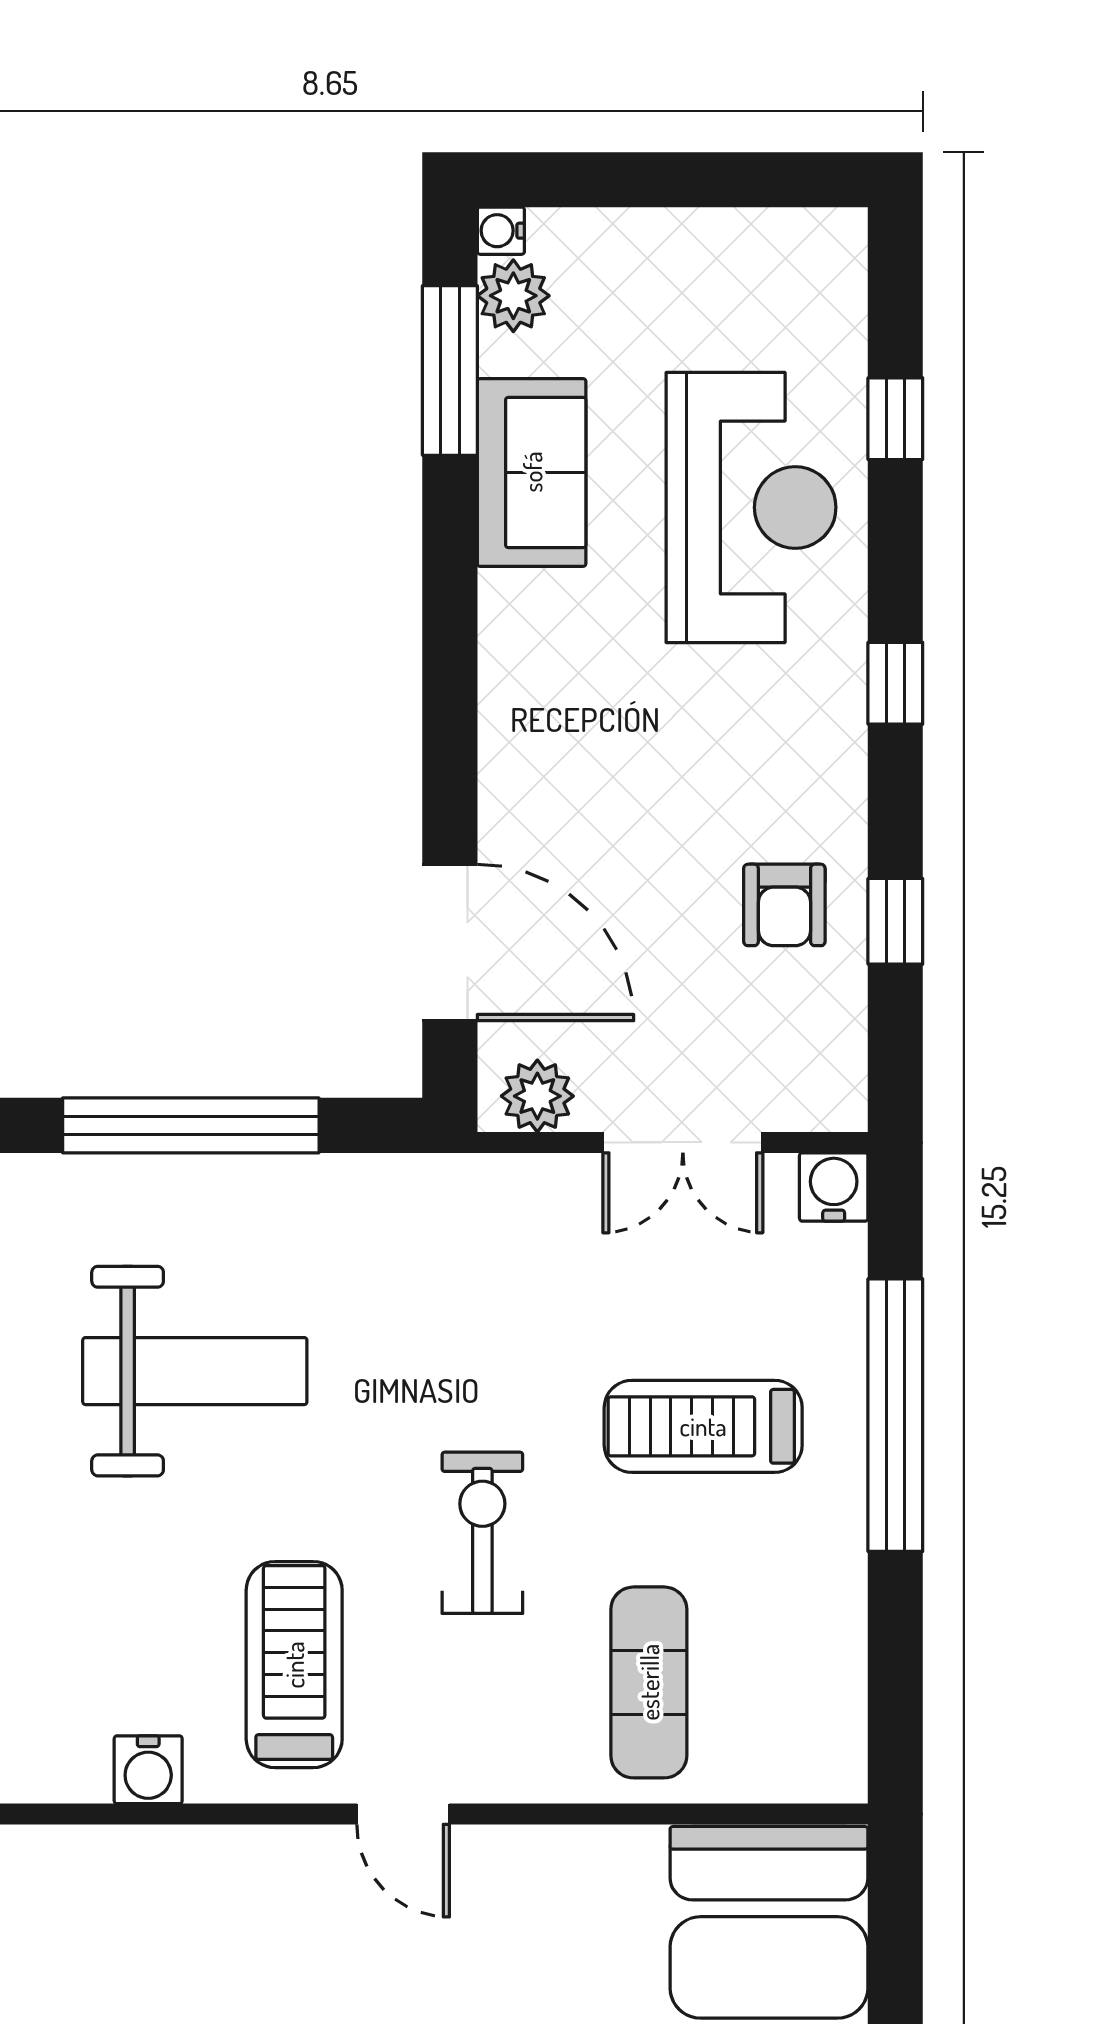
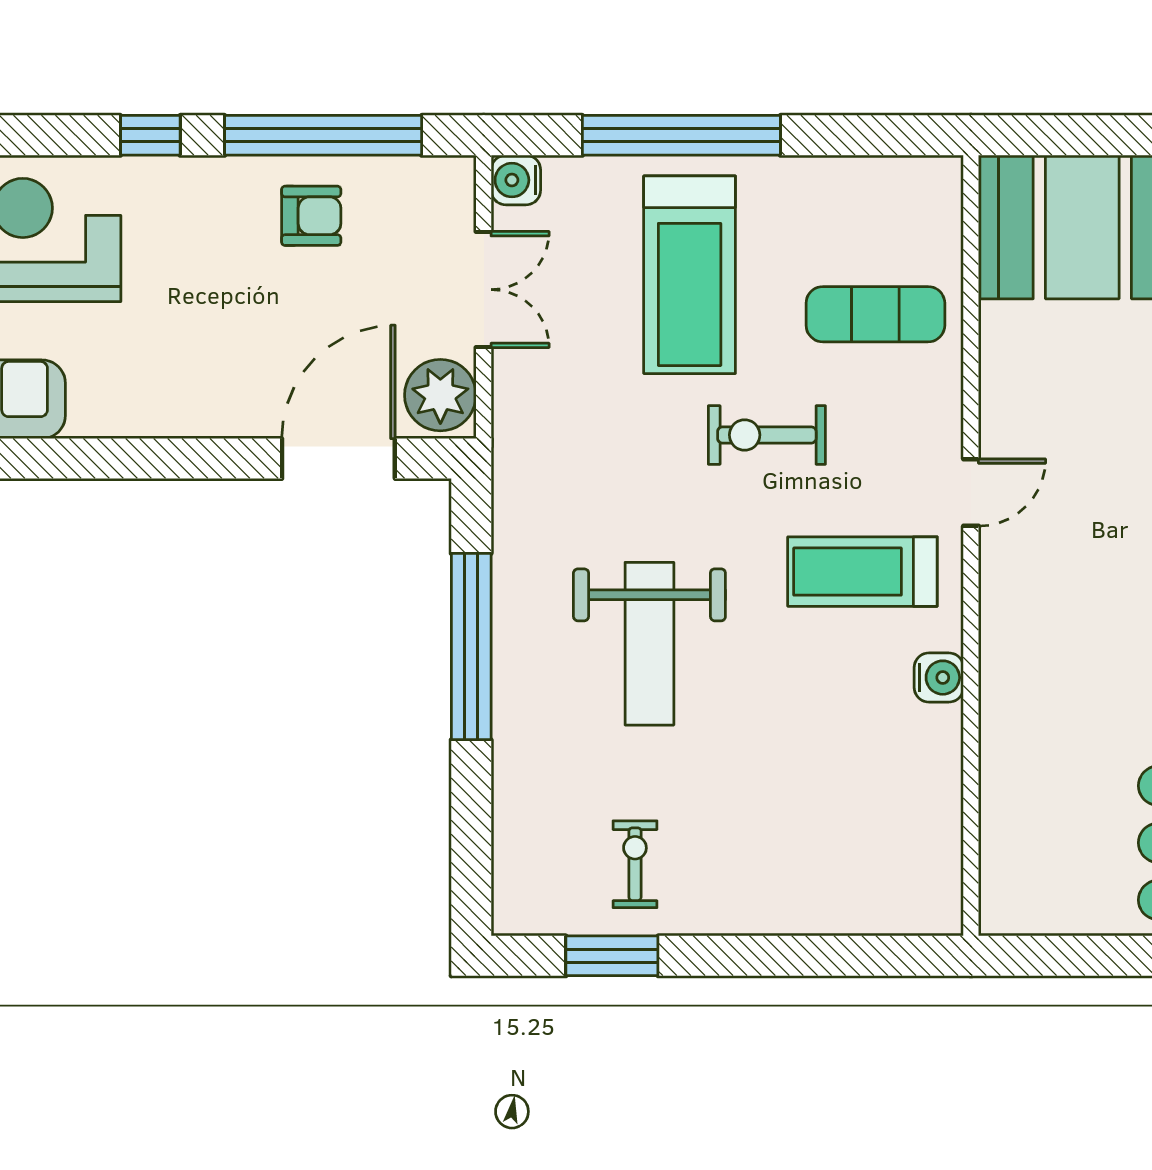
window: (895, 921) -> (323, 135), width x3.17
plant: (537, 1096) -> (440, 395), width x1.36, depth x1.36
weight bench: (195, 1371) -> (649, 644), turned 180
treadmill: (703, 1426) -> (690, 275), width x1.37, depth x1.38

